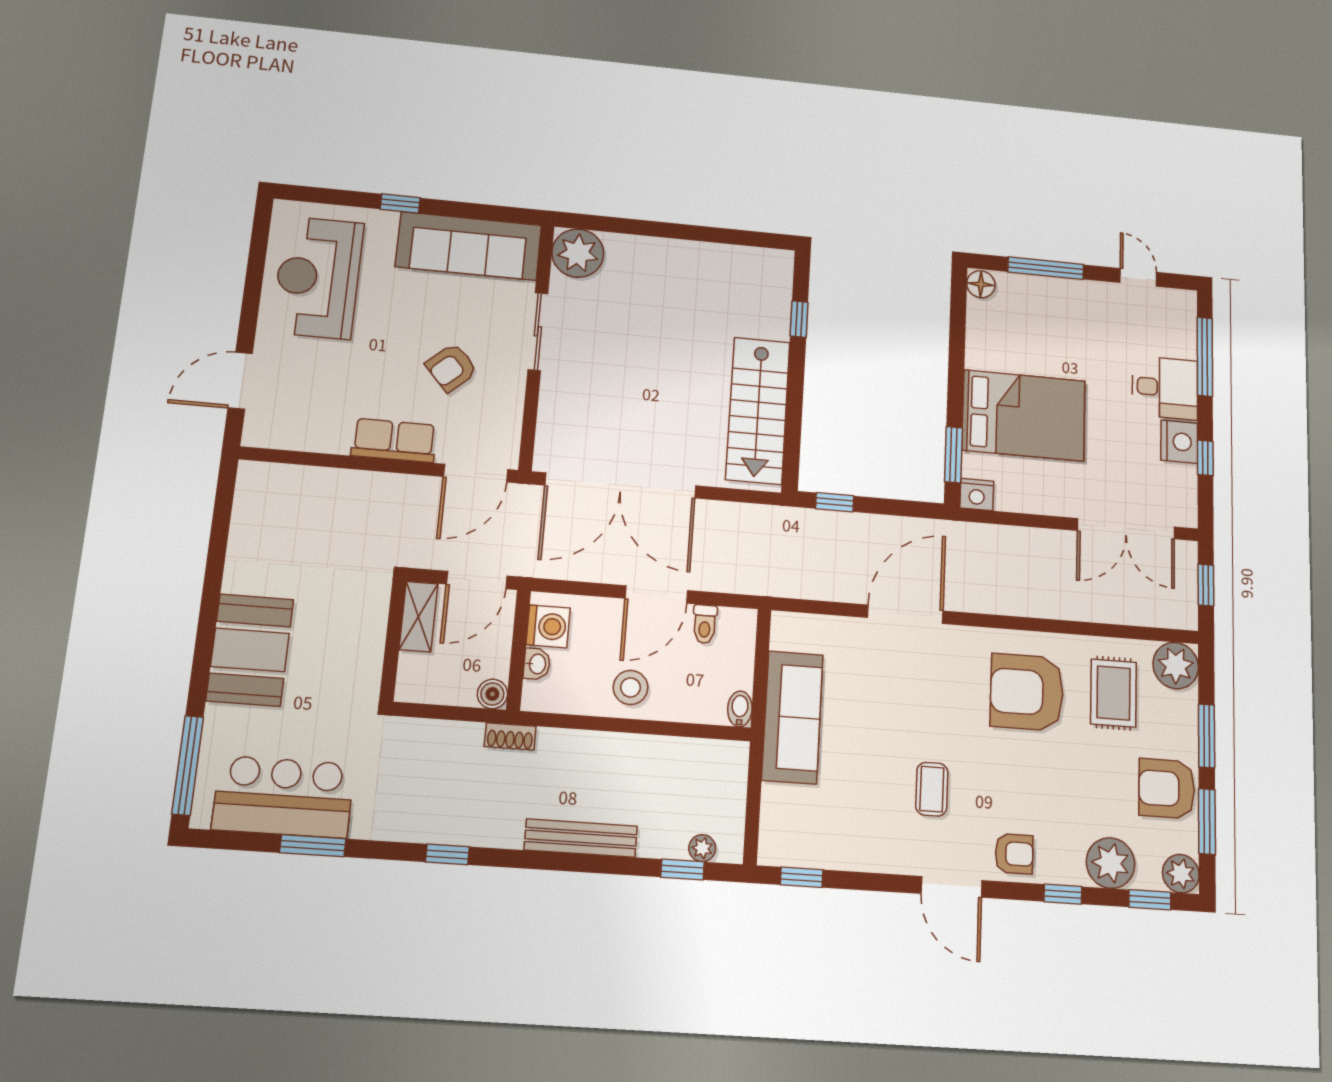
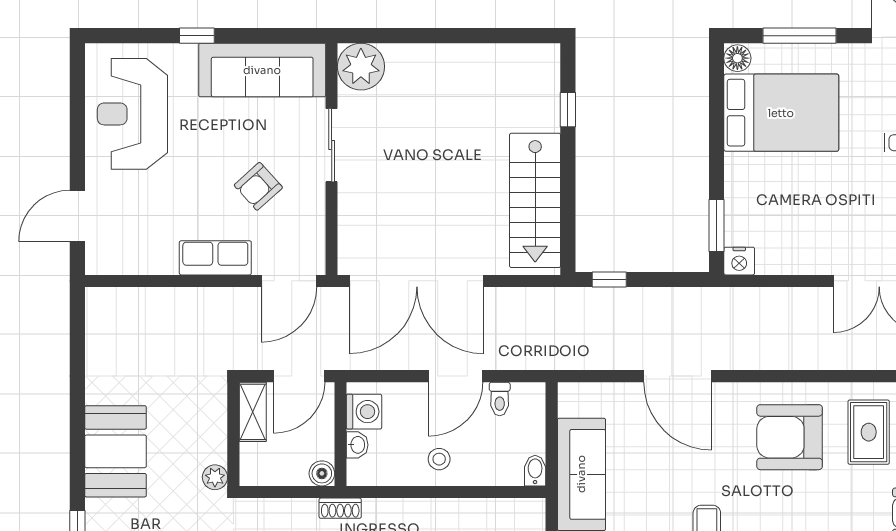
bed: (1024, 415) -> (781, 113), moved
door: (905, 614) -> (678, 376), swing flipped
stool: (630, 687) -> (439, 459), width x0.73, depth x0.73
plant: (365, 689) -> (215, 477), added

